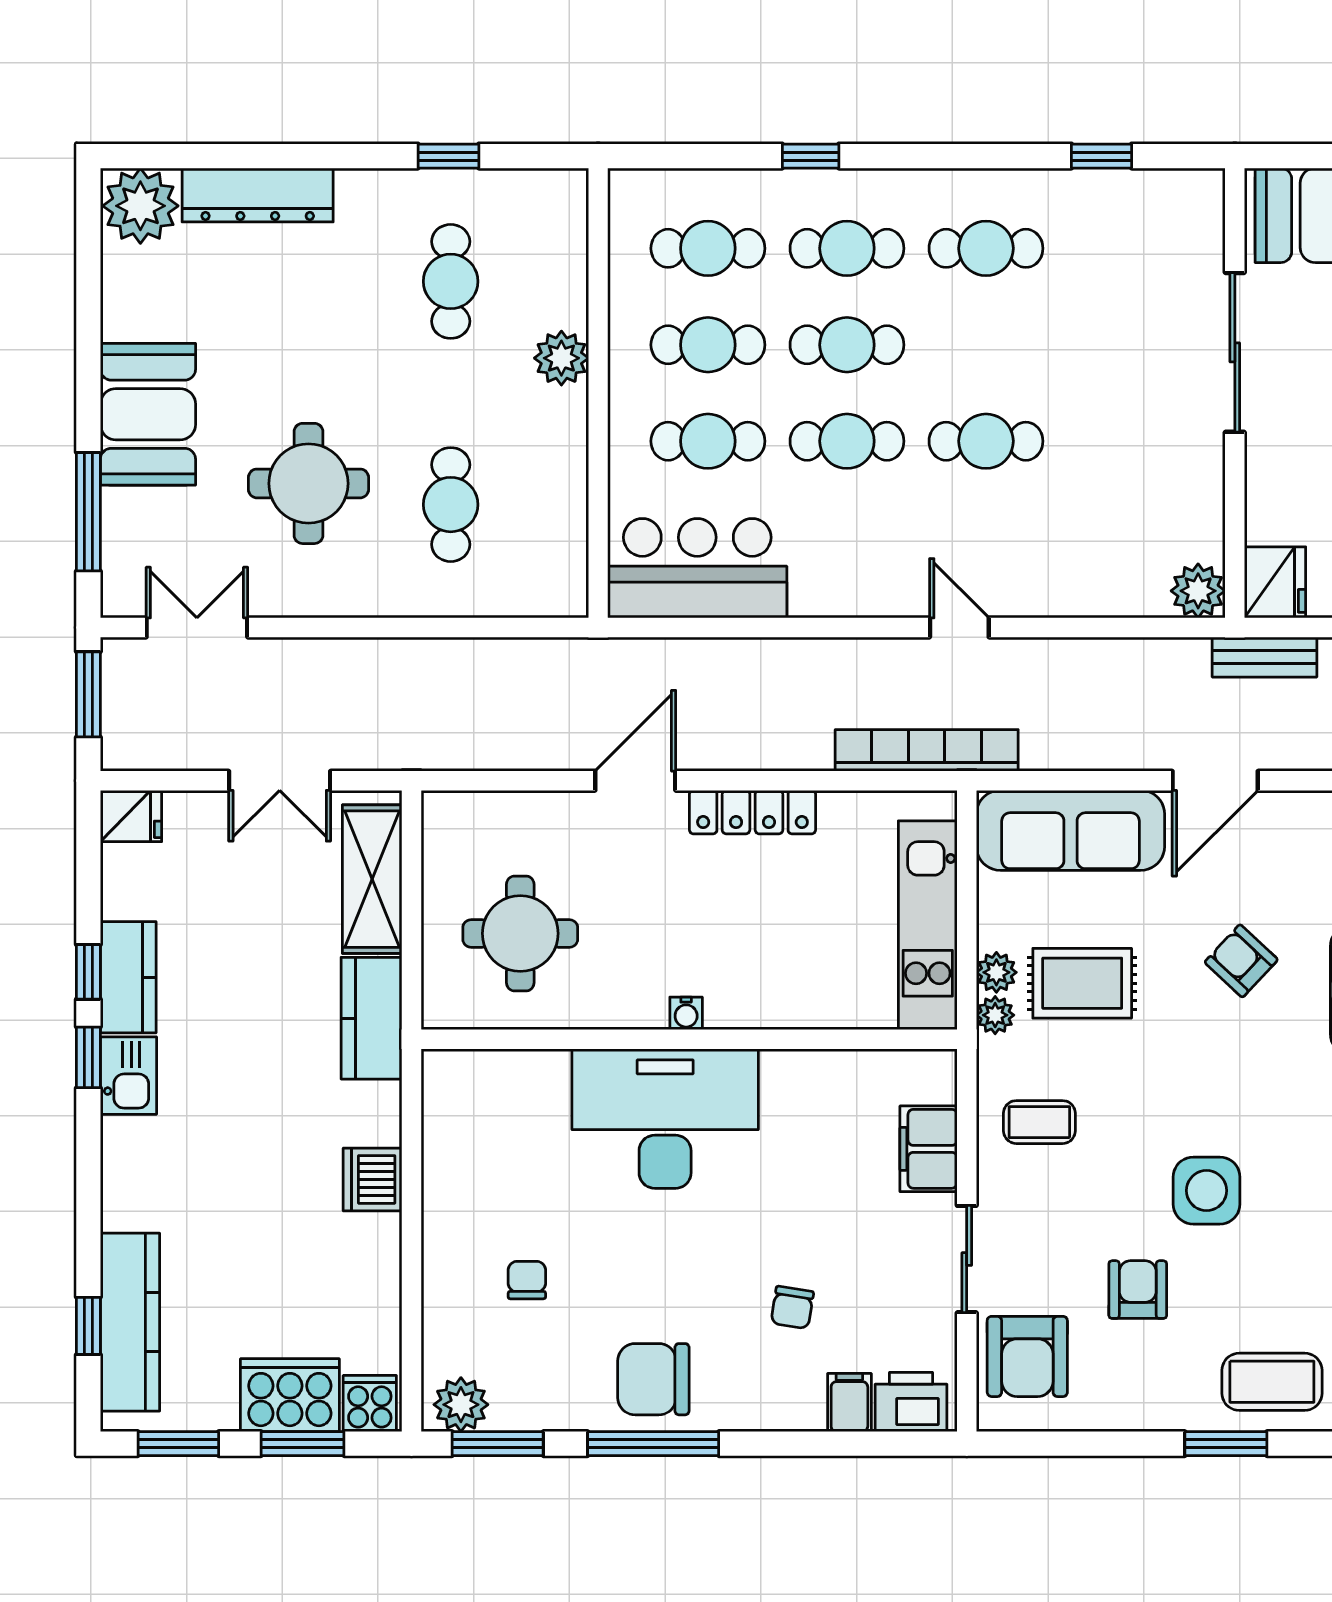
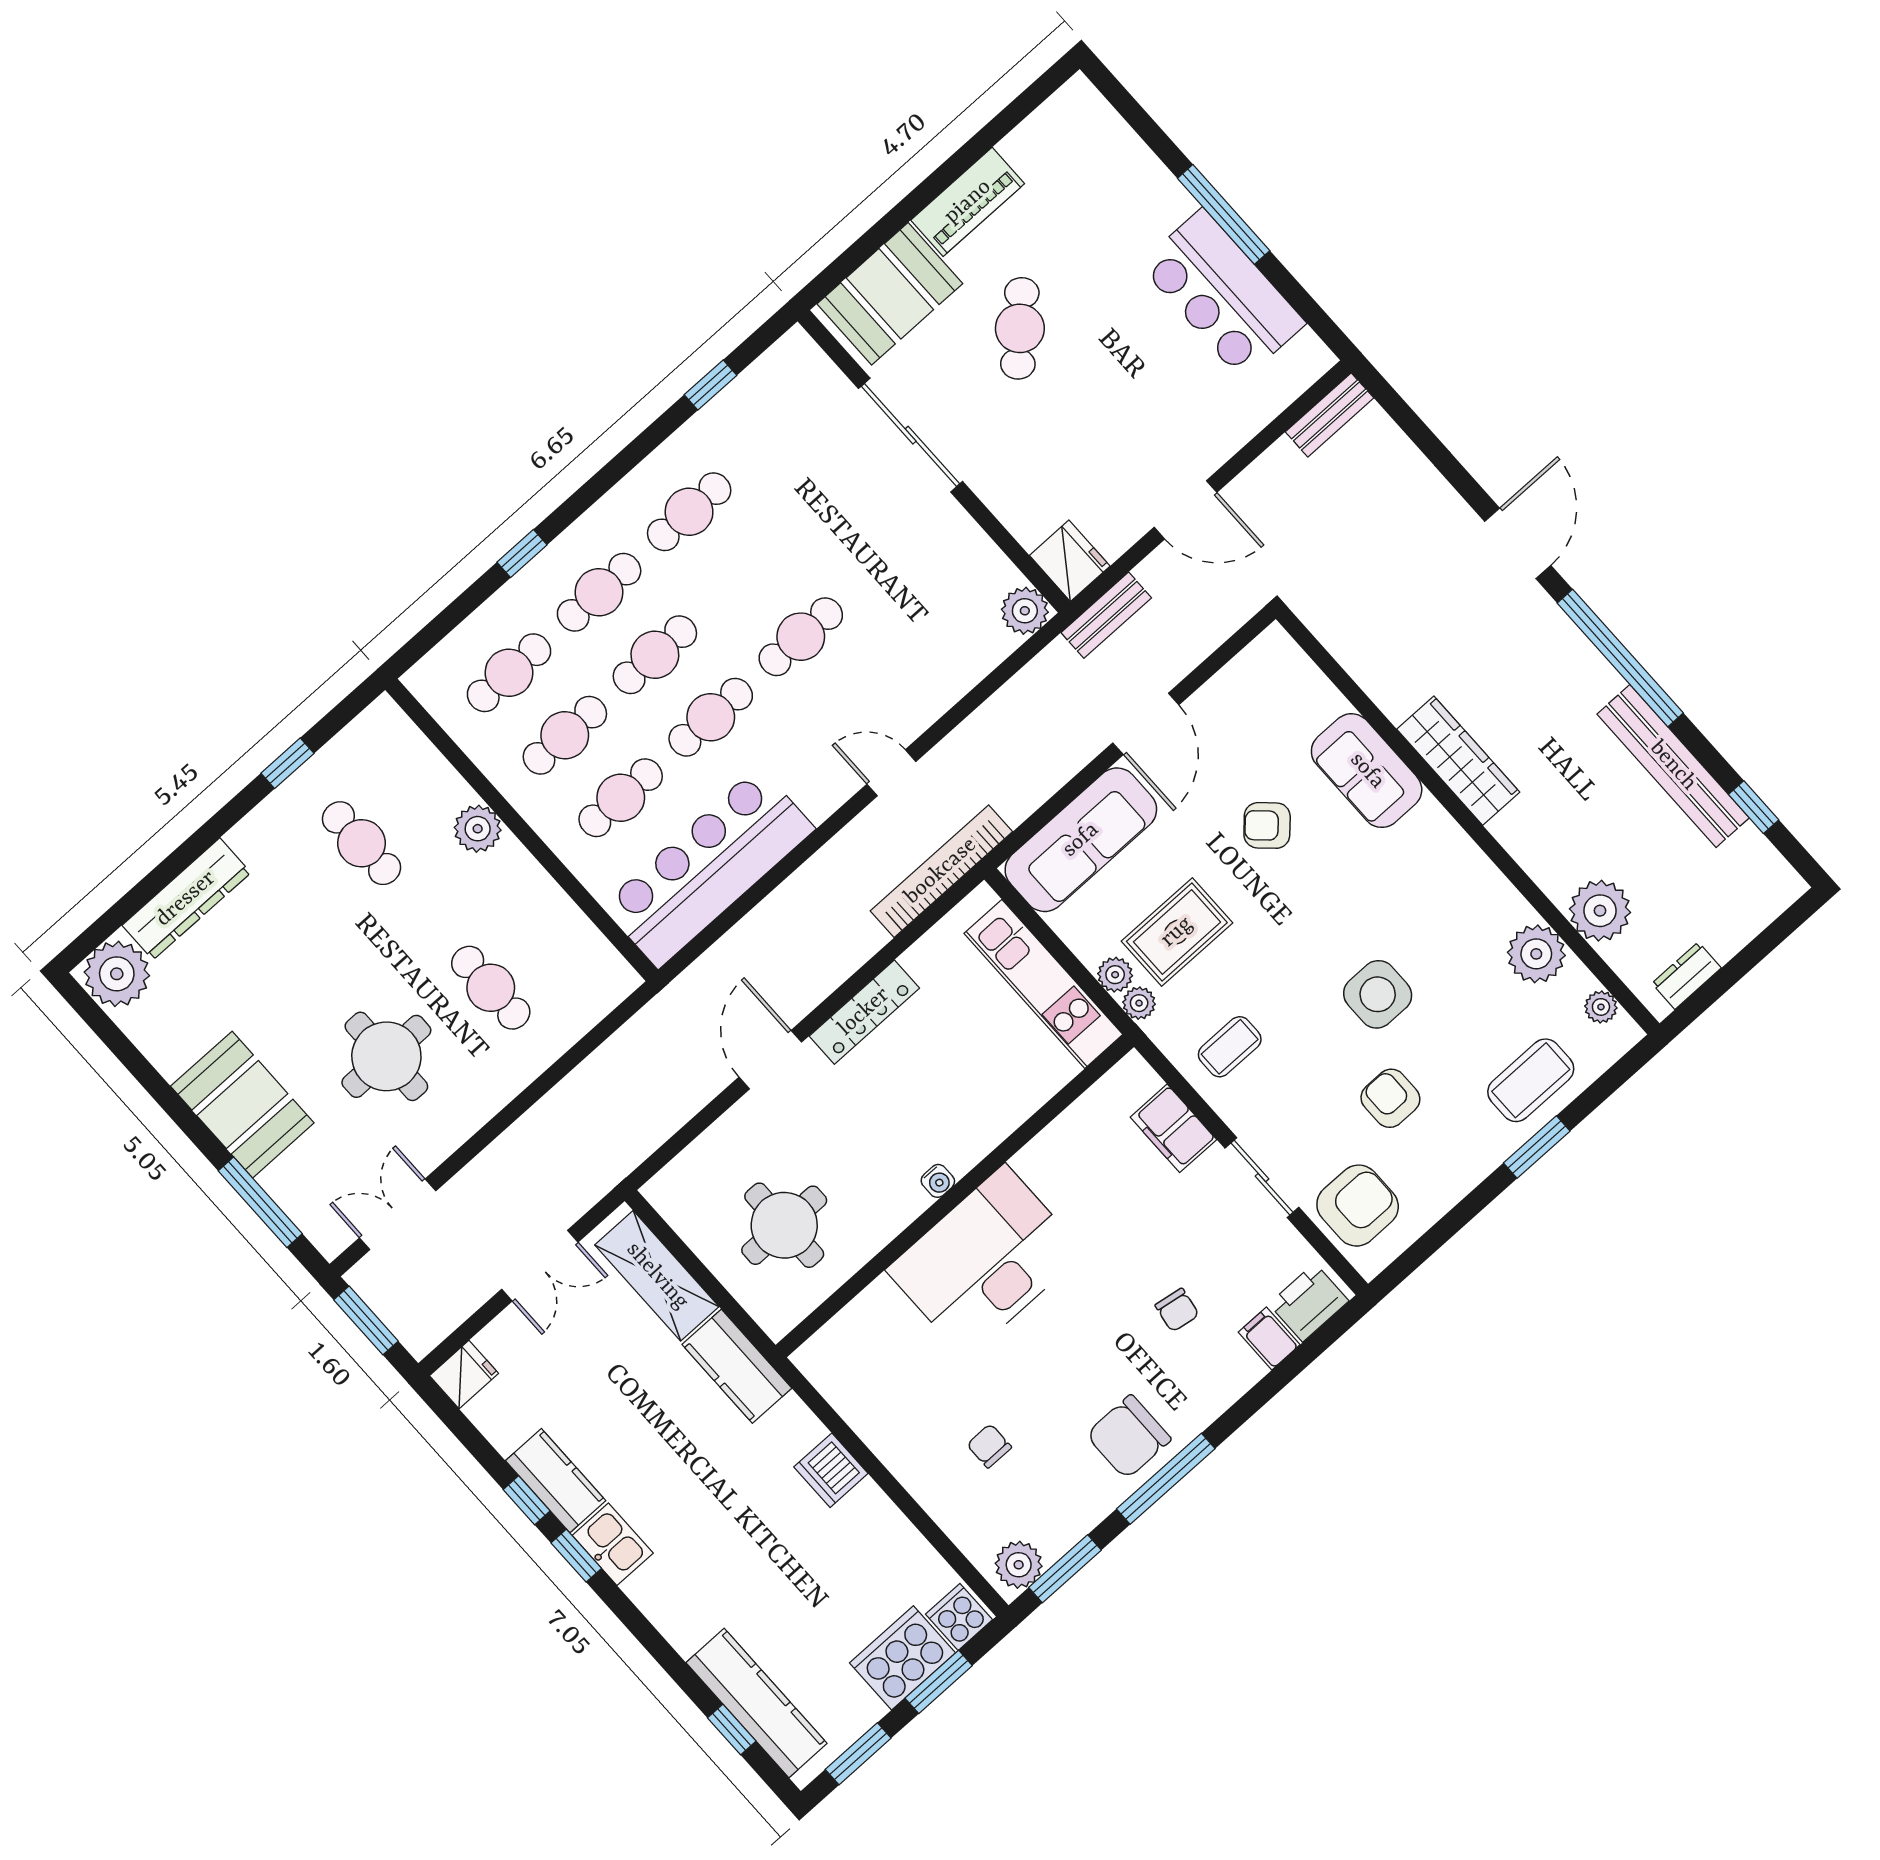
bar counter: (697, 568) -> (708, 867), width x1.36
armchair: (1027, 1356) -> (1358, 1206), turned -90

